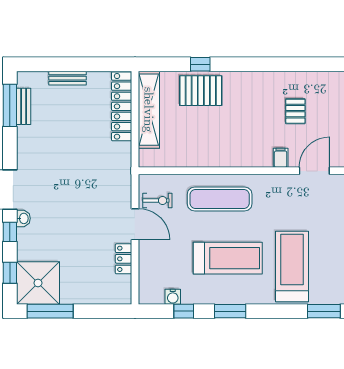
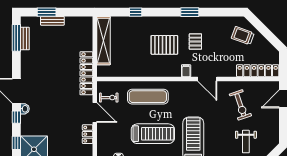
window: (58, 64) -> (47, 12), added
window: (286, 64) -> (190, 12), added
pallet: (201, 91) -> (164, 45), moved
locker: (122, 106) -> (86, 73), moved
door: (314, 171) -> (207, 79), swing flipped

